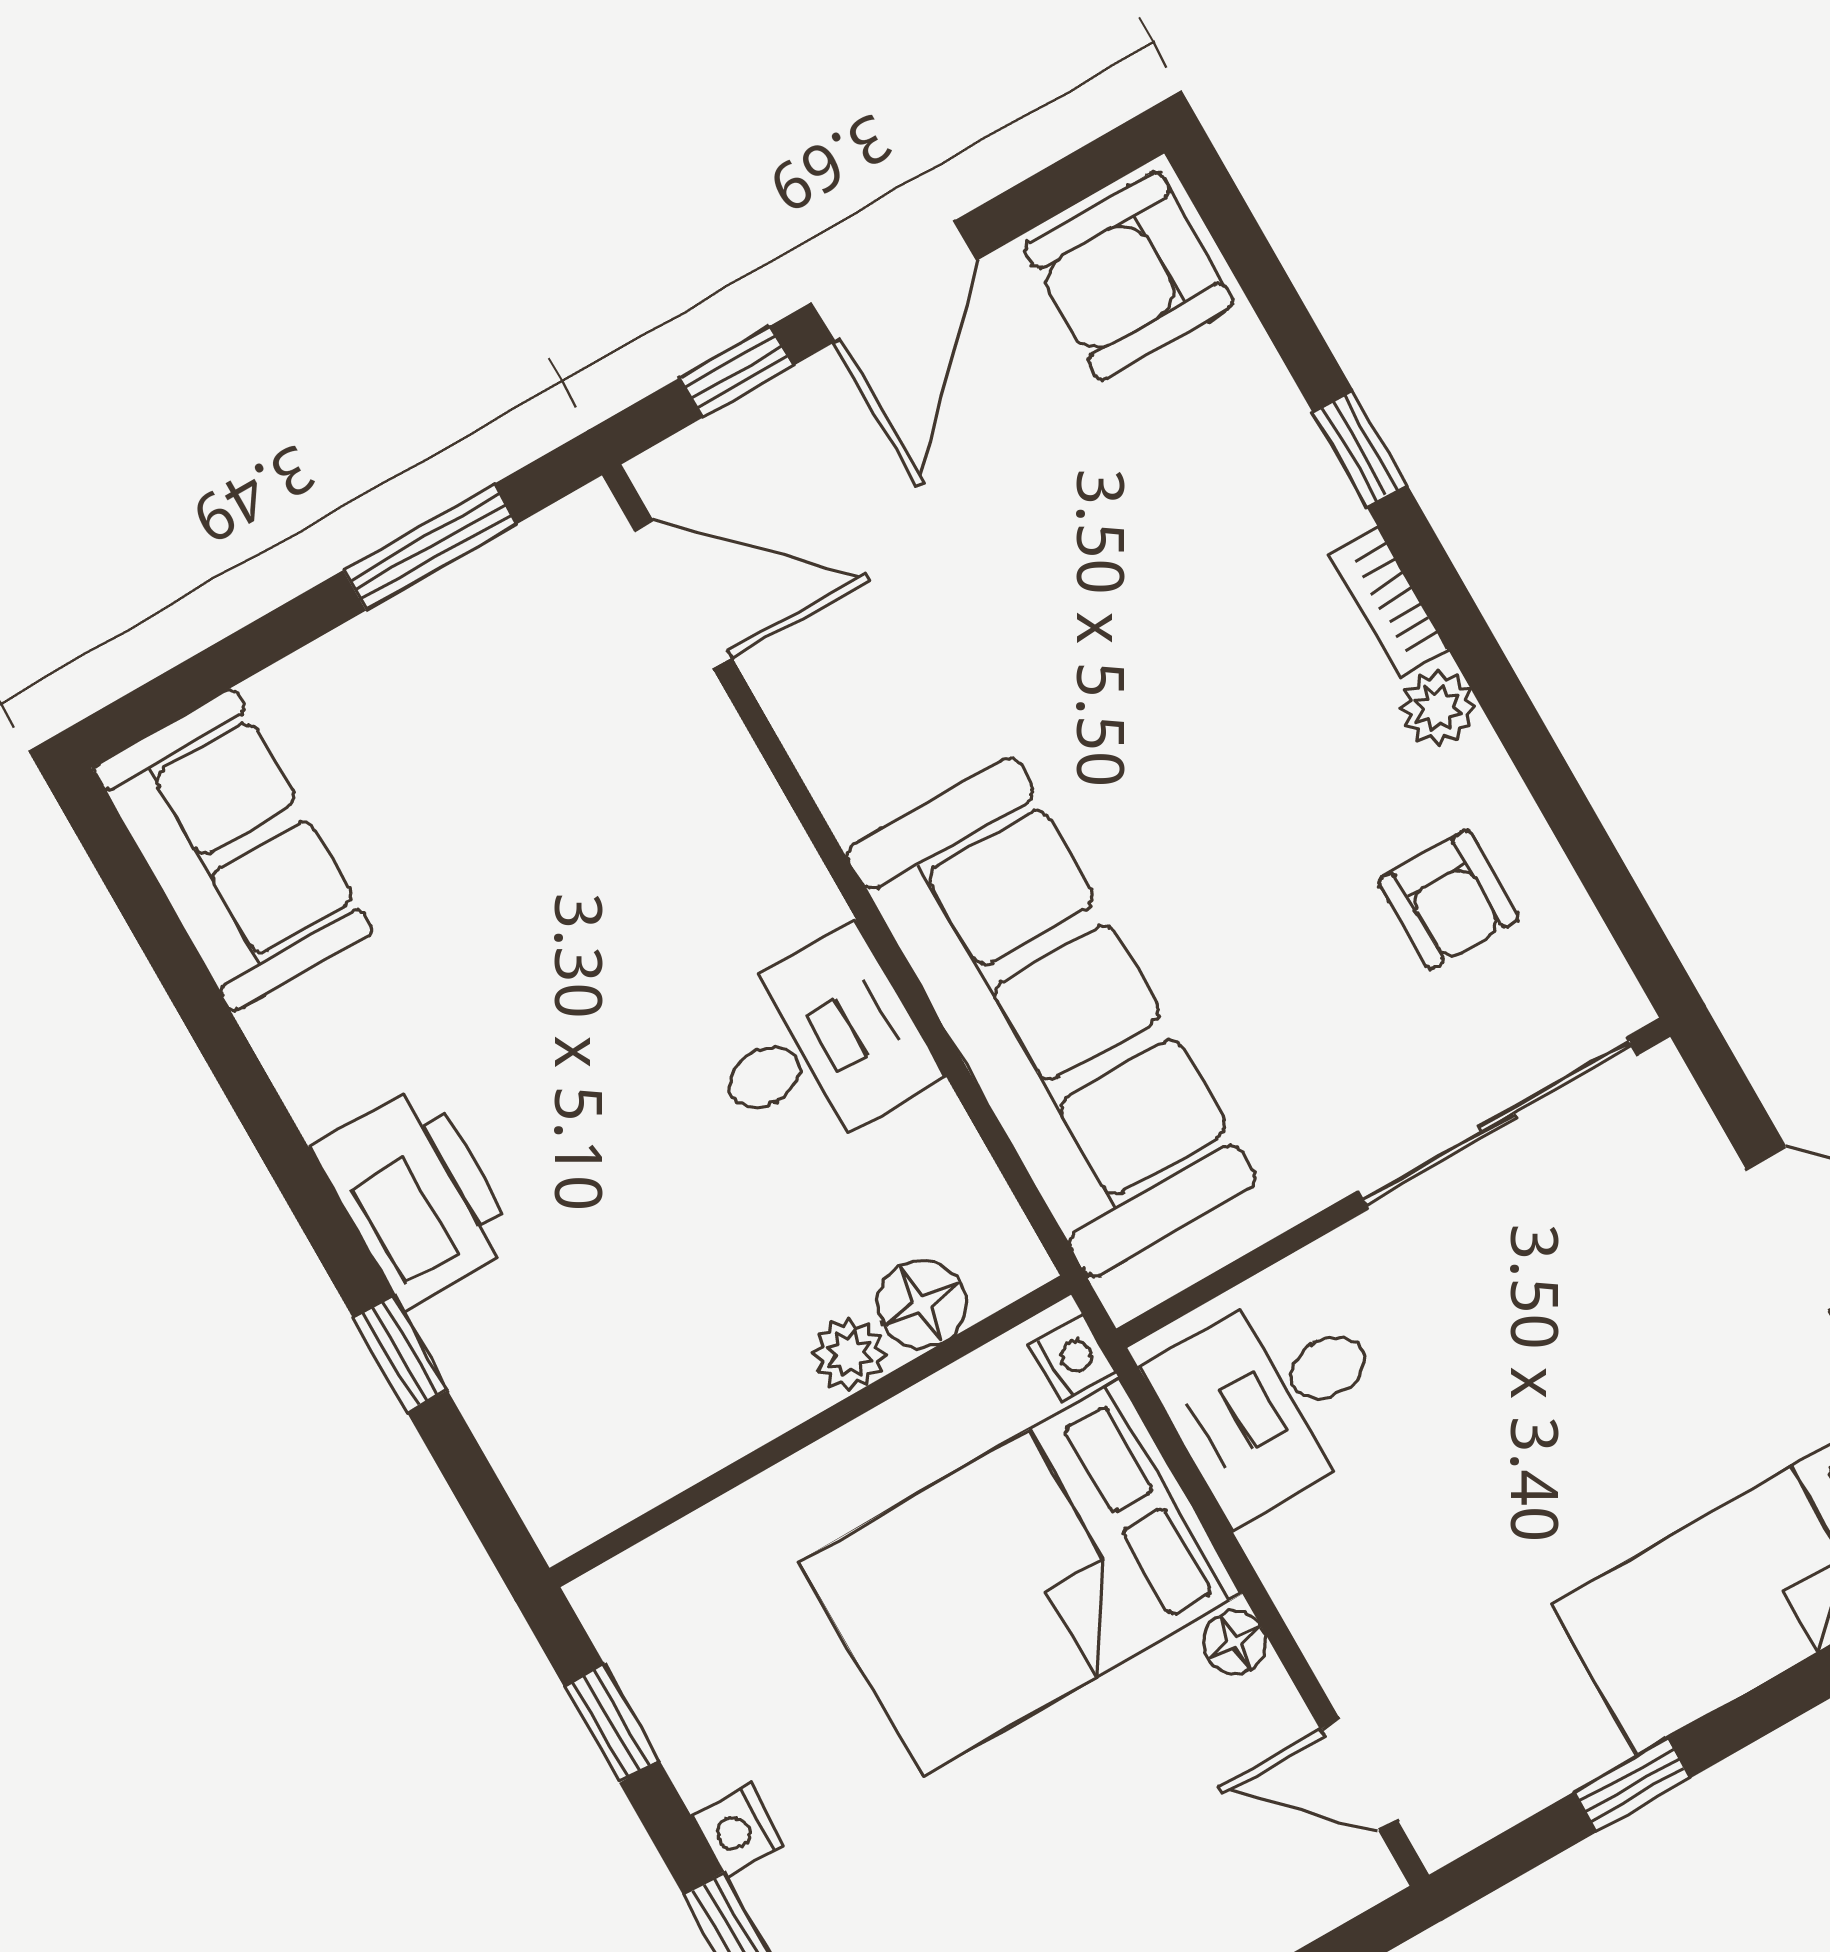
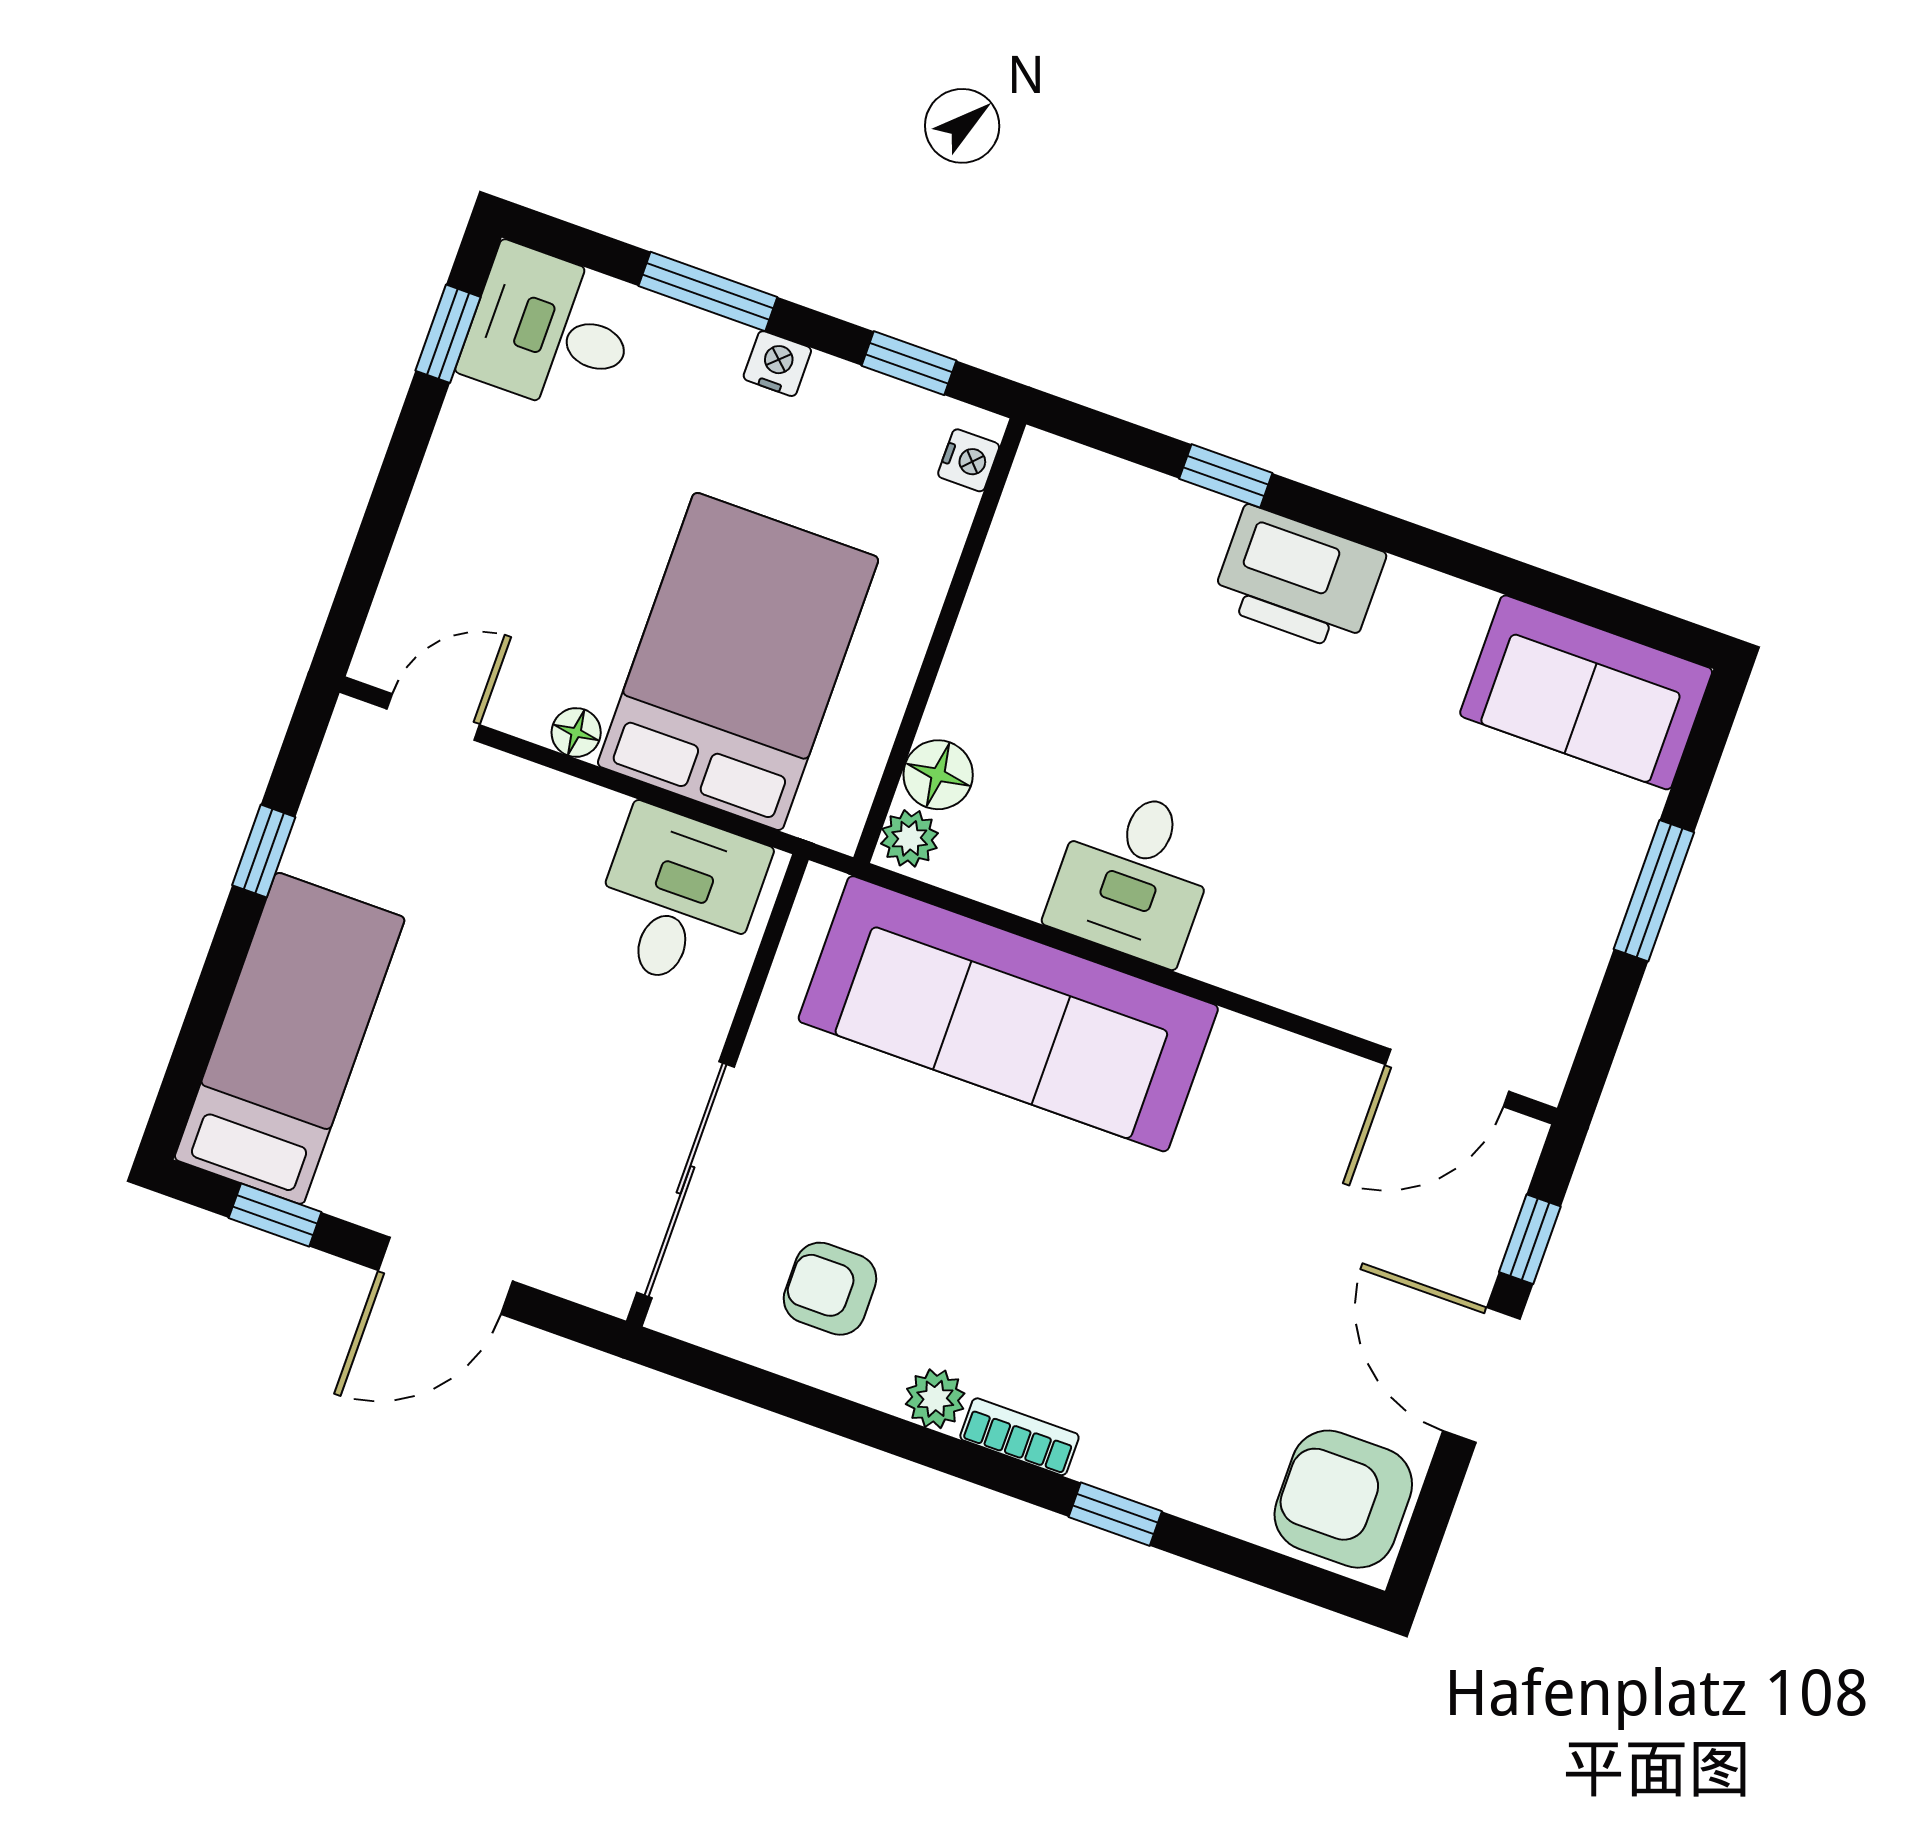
armchair: (1129, 276) -> (1343, 1499), turned -90
window: (430, 547) -> (1654, 891), moved
plant: (849, 1354) -> (910, 838), moved
nightstand: (1072, 1358) -> (969, 460), moved, turned -90

